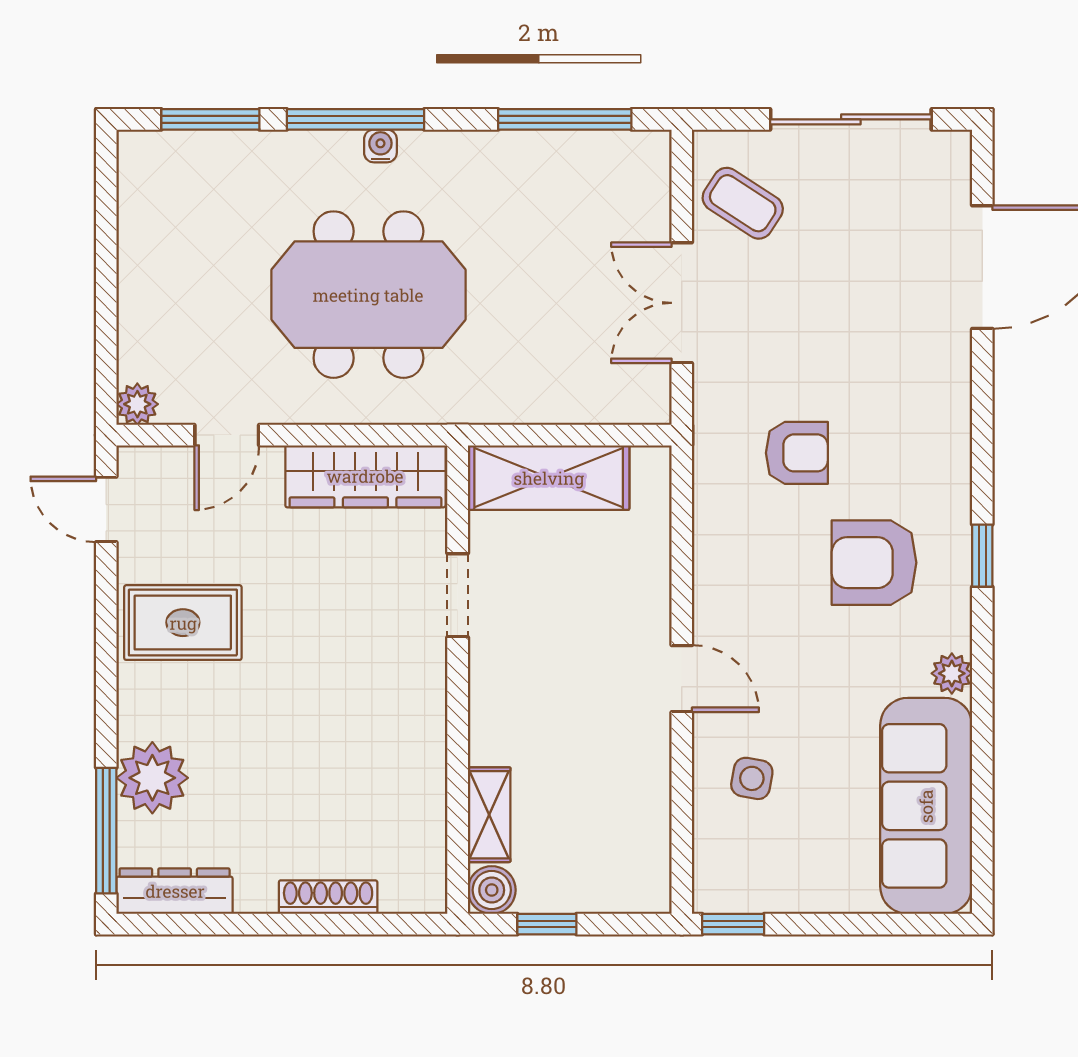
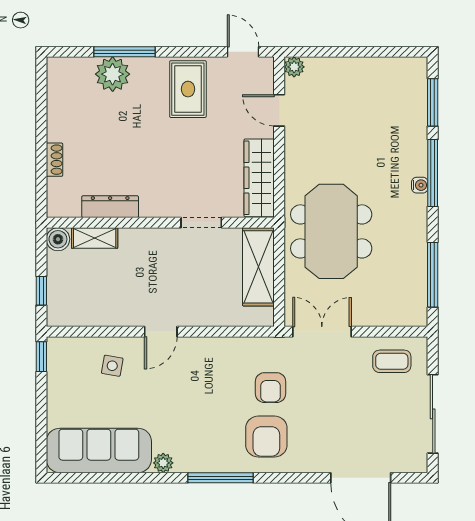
coffee table: (743, 203) -> (392, 361), turned 57
meeting table: (368, 295) -> (331, 231), moved
double door: (682, 303) -> (322, 332), moved
door: (106, 509) -> (243, 52), hinge flipped
window: (982, 556) -> (221, 478), width x2.17
armchair: (874, 563) -> (266, 437), moved, turned 180
window: (106, 831) -> (124, 52), moved
dresser: (175, 891) -> (110, 207), moved, turned -90
shoe rack: (328, 897) -> (54, 160), width x0.70
window: (547, 924) -> (41, 291), moved

